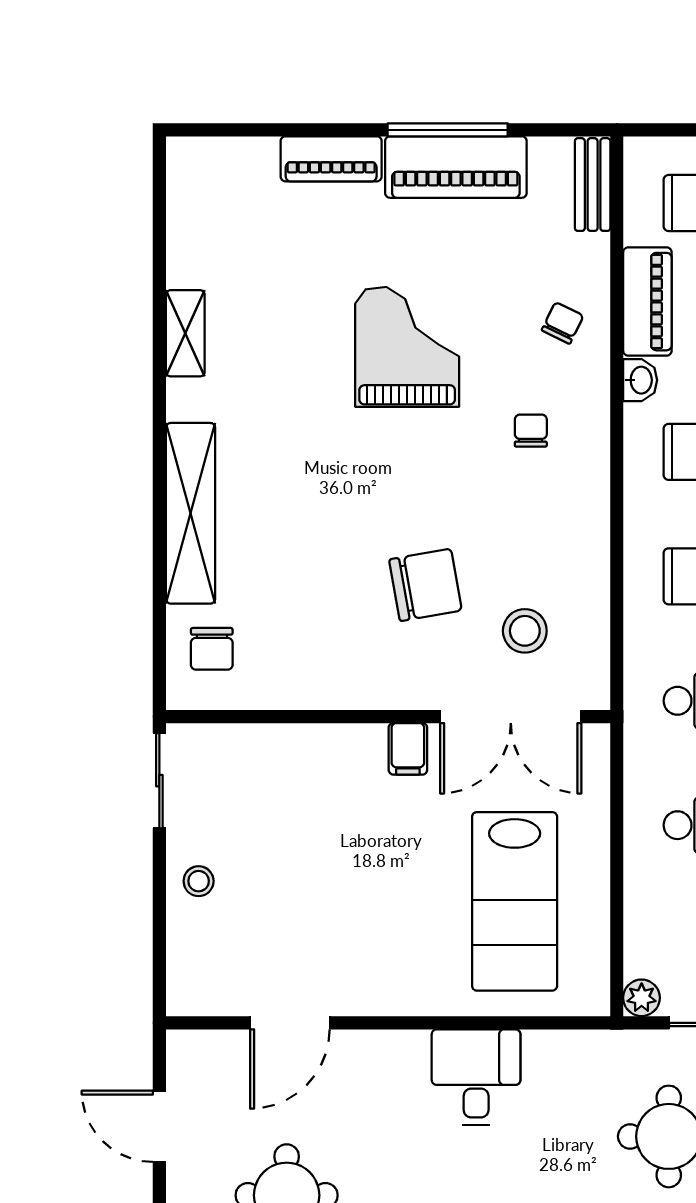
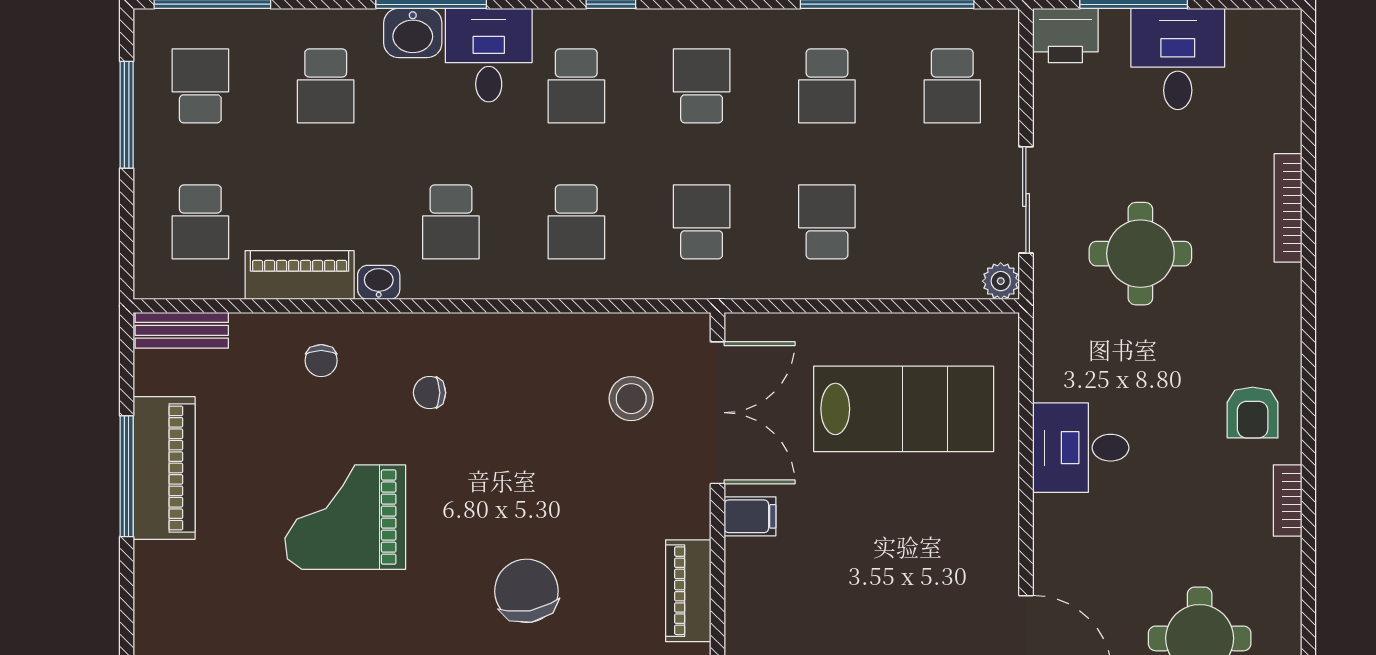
piano: (331, 159) -> (688, 591), moved, turned 180
chair: (563, 323) -> (321, 361), turned -116
chair: (425, 585) -> (526, 591), moved

